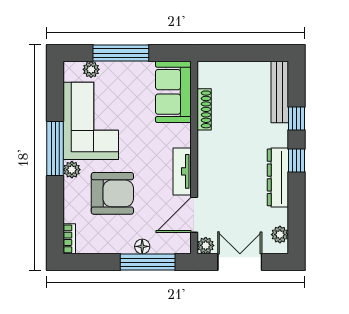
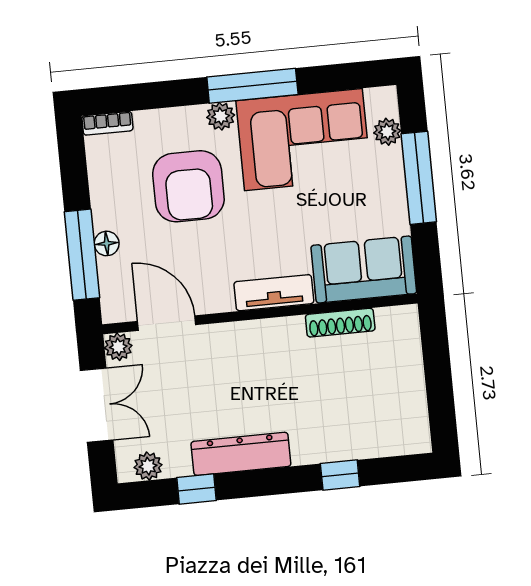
bench: (280, 92) -> (381, 443), removed
window: (297, 160) -> (196, 489), moved
tv unit: (182, 171) -> (274, 293), moved

